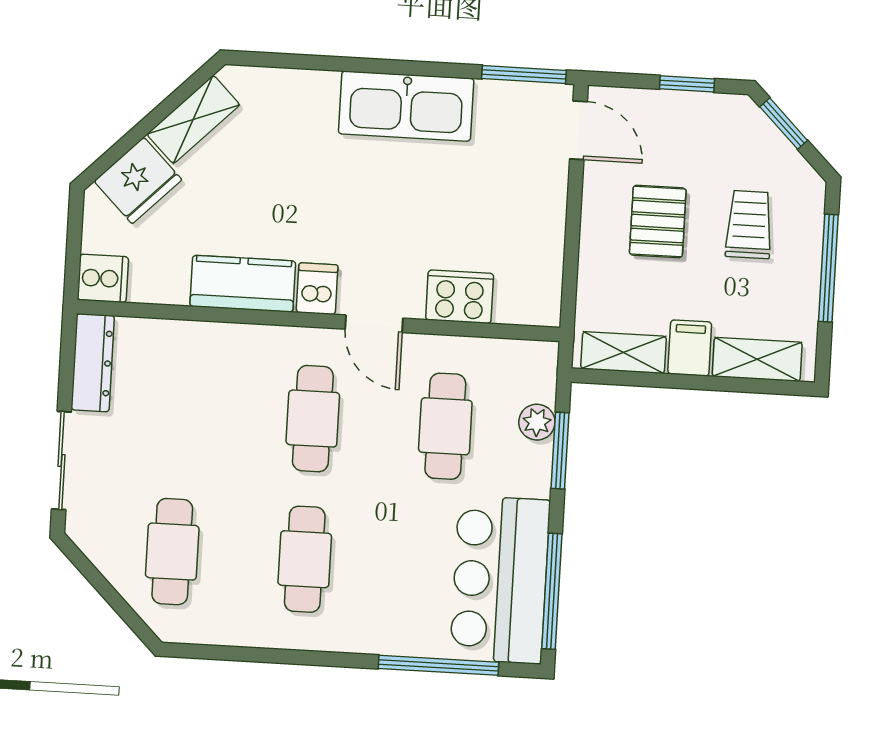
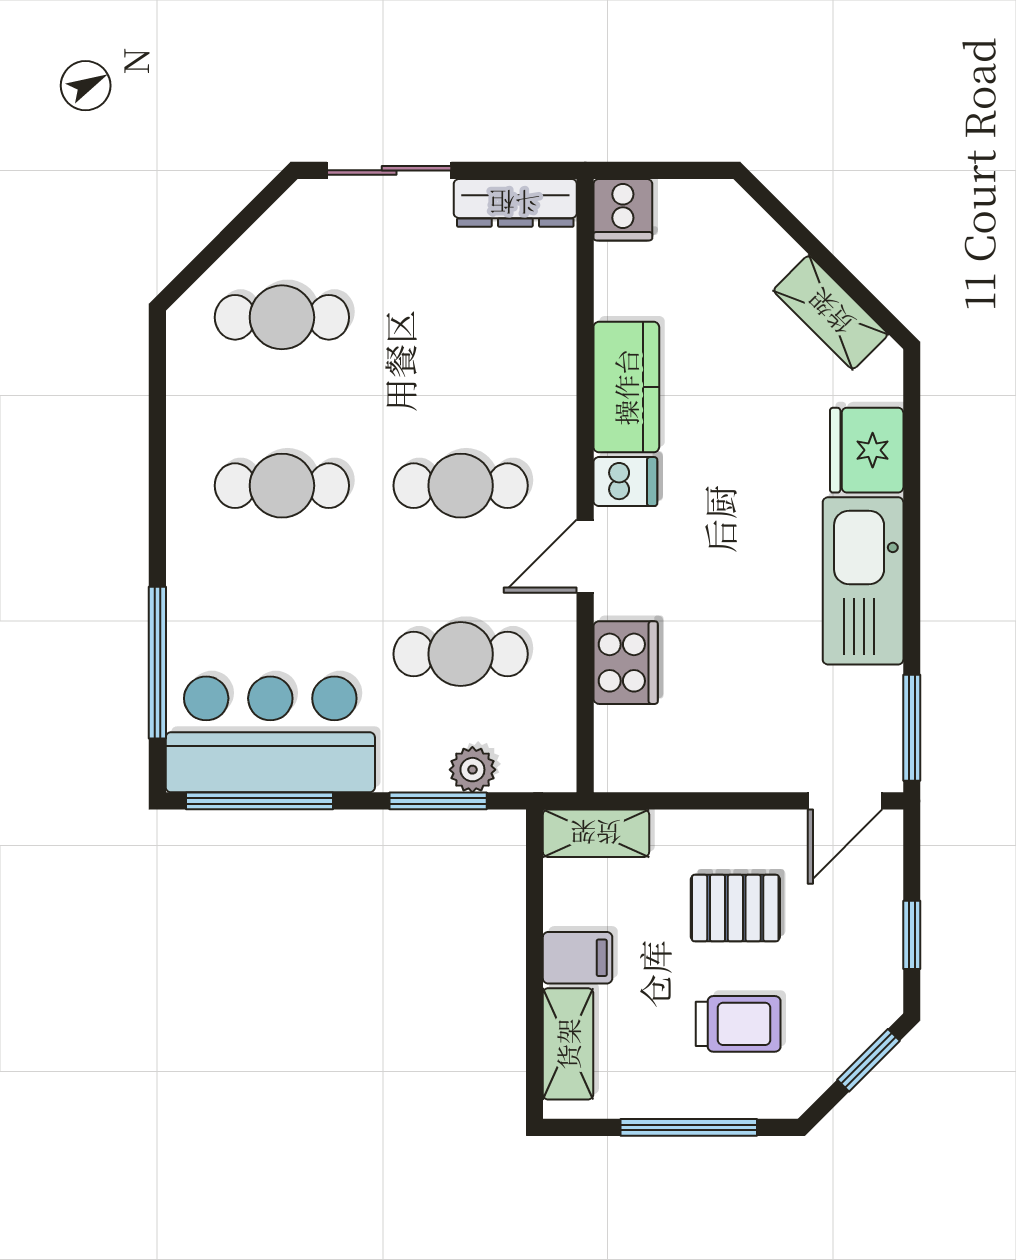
fridge: (138, 180) -> (867, 450), moved, turned 45
shelving: (624, 353) -> (596, 833), moved, turned 90

